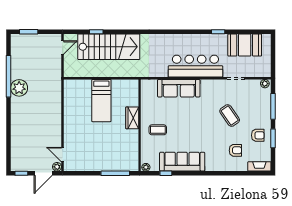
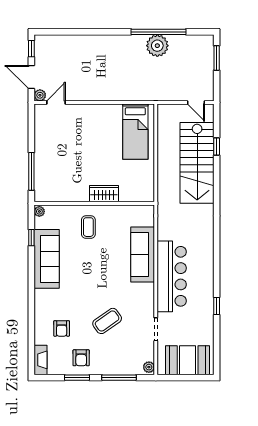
booth: (245, 45) -> (188, 360), moved, turned 90
plant: (19, 88) -> (157, 46), moved
bed: (101, 101) -> (135, 132), moved, turned -90

